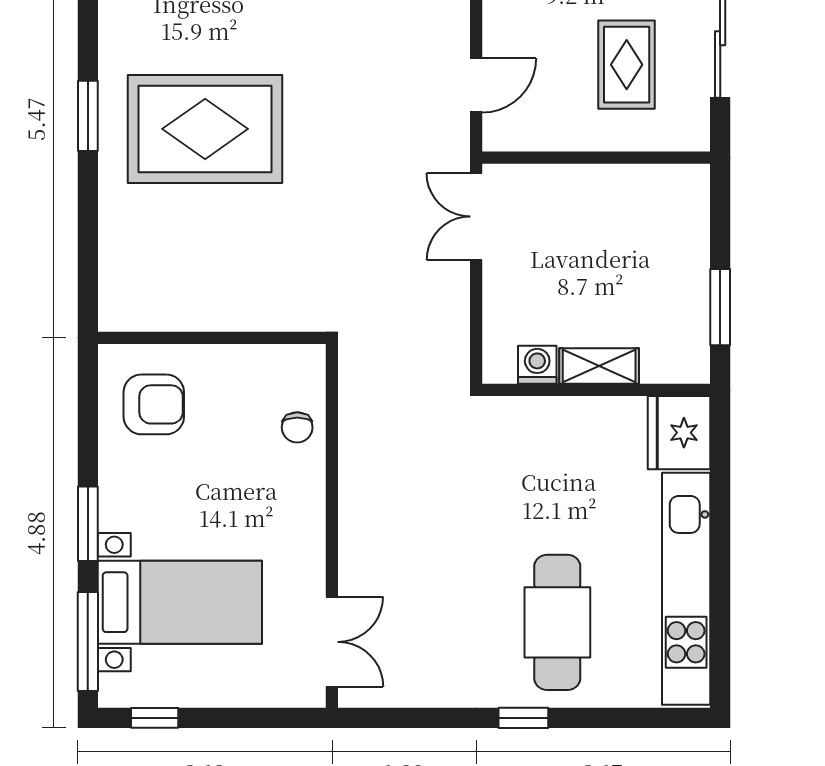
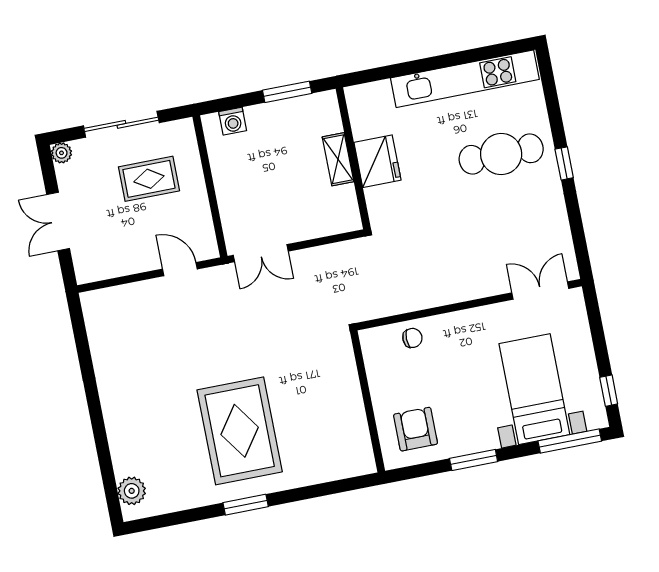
washing machine: (537, 365) -> (233, 121), moved, turned -90
fridge: (679, 433) -> (377, 161), moved, turned -90
window: (88, 524) -> (474, 460), moved

